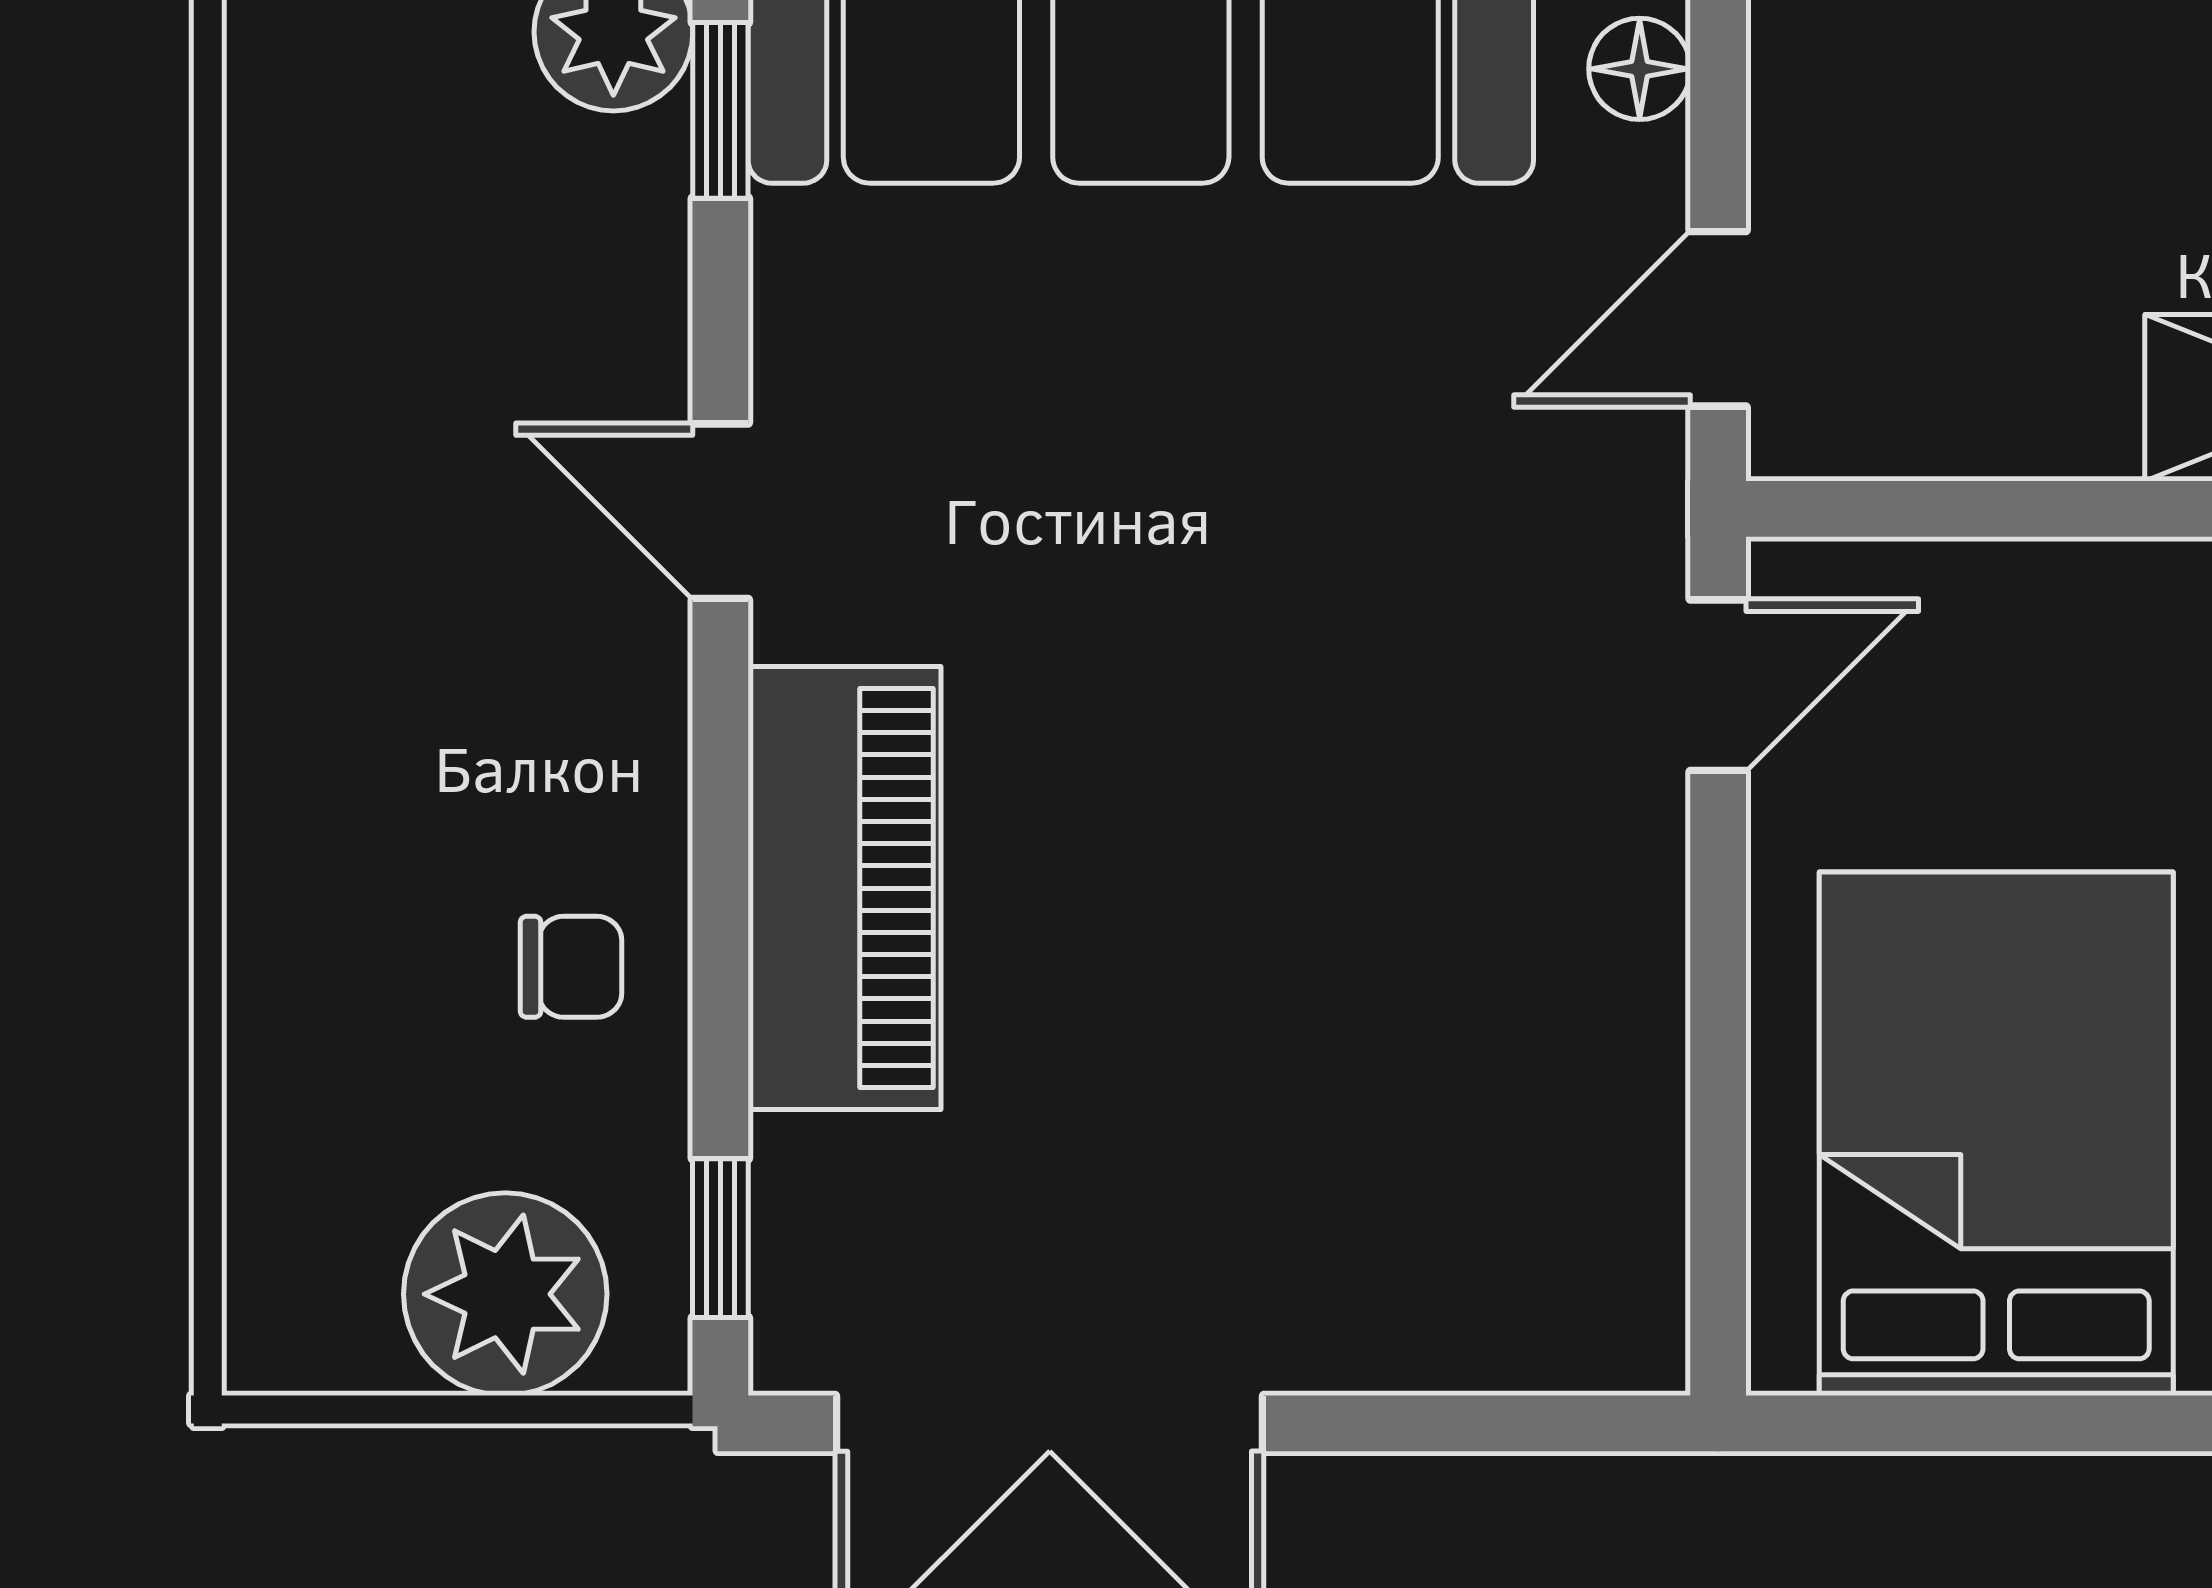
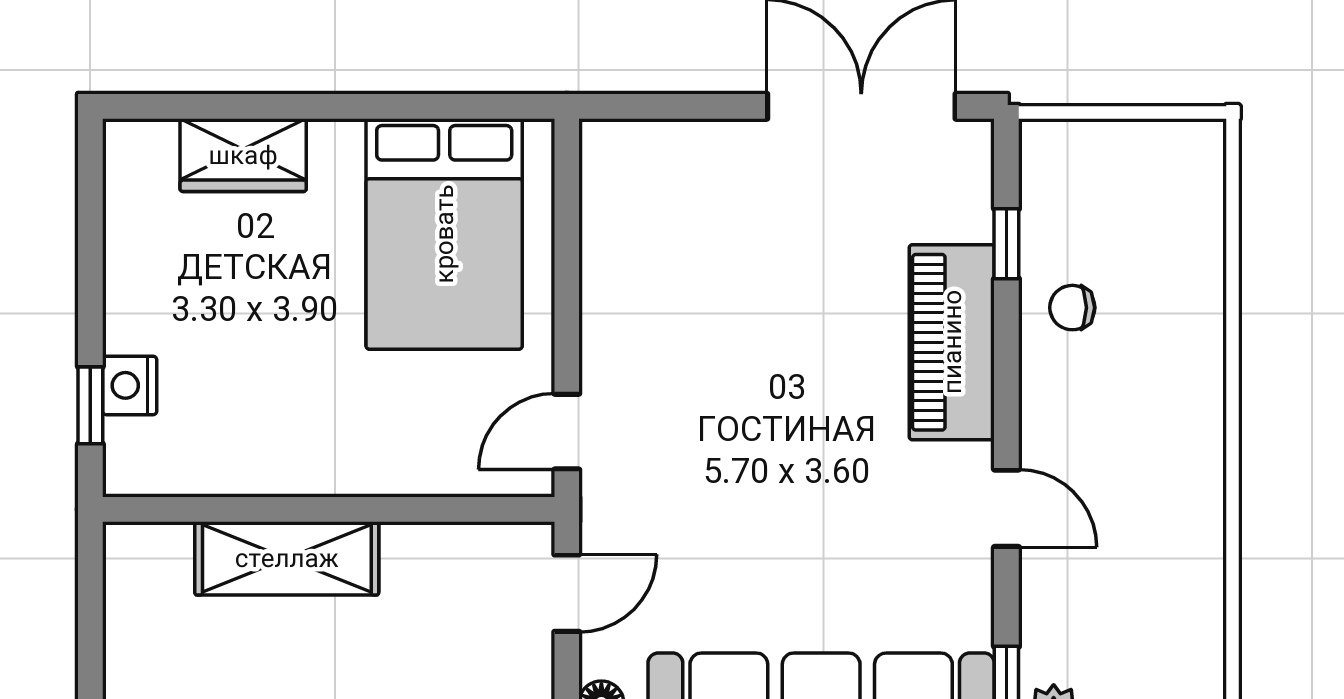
window: (720, 1238) -> (1006, 244), moved
plant: (505, 1294) -> (1101, 163), removed

